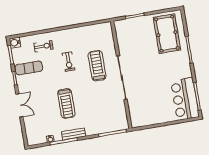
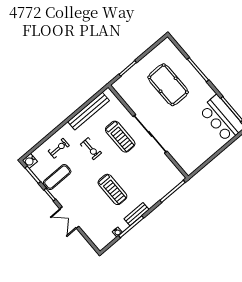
bench: (84, 31) -> (89, 111), added
pool table: (167, 34) -> (168, 85), moved
treadmill: (97, 66) -> (120, 137), turned 180
double door: (19, 105) -> (69, 218), swing flipped

